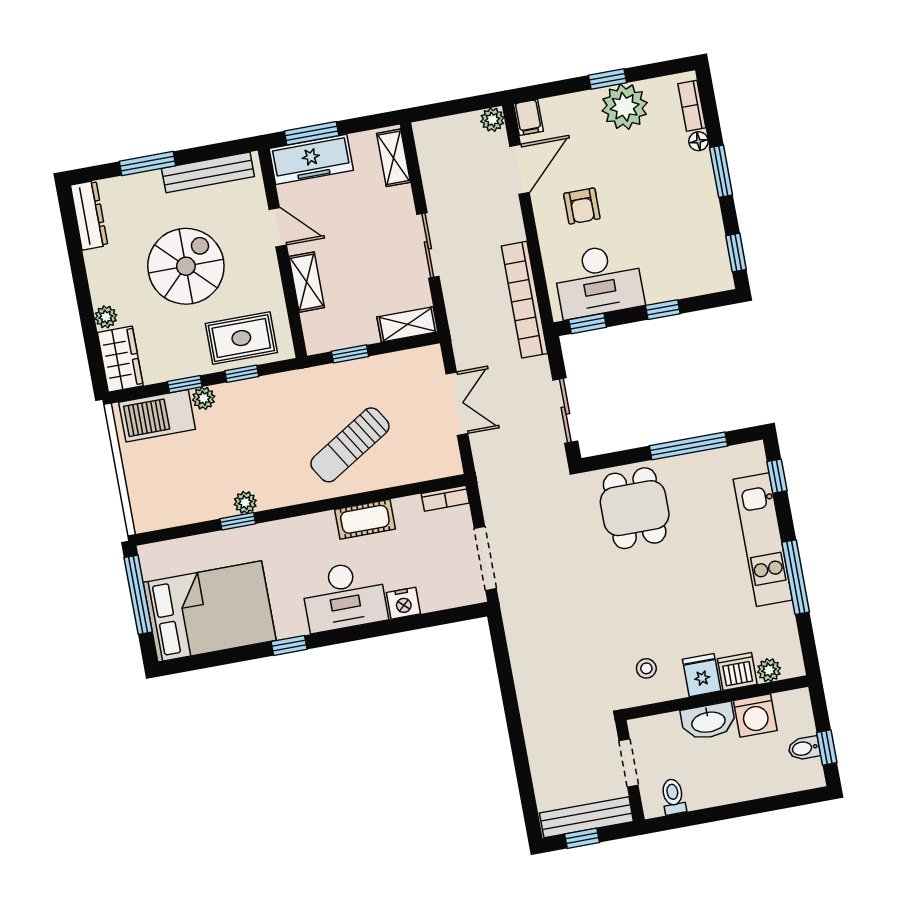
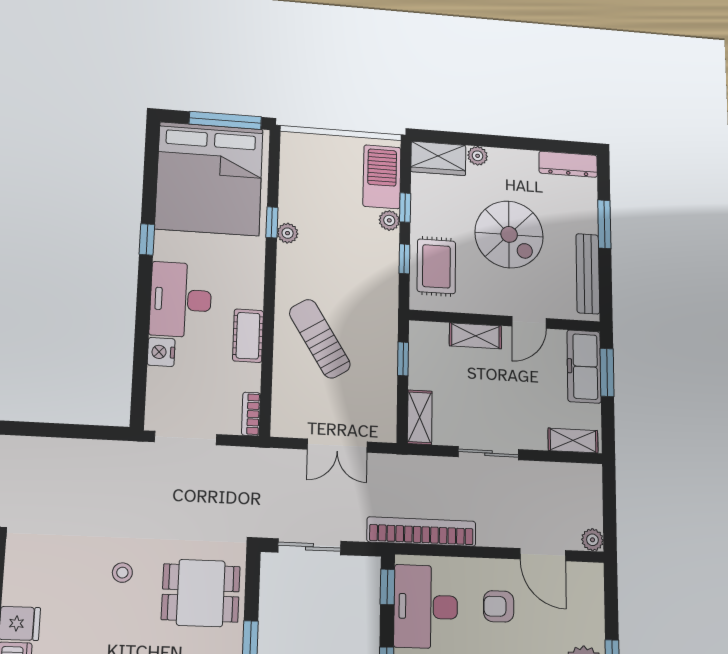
filing cabinet: (528, 117) -> (589, 574), removed
bed: (210, 611) -> (209, 179), width x1.36
stool: (646, 668) -> (122, 573), moved

